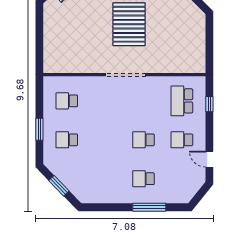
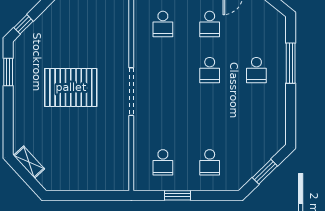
school desk: (182, 101) -> (163, 24), width x0.54
window: (39, 129) -> (177, 195), moved

